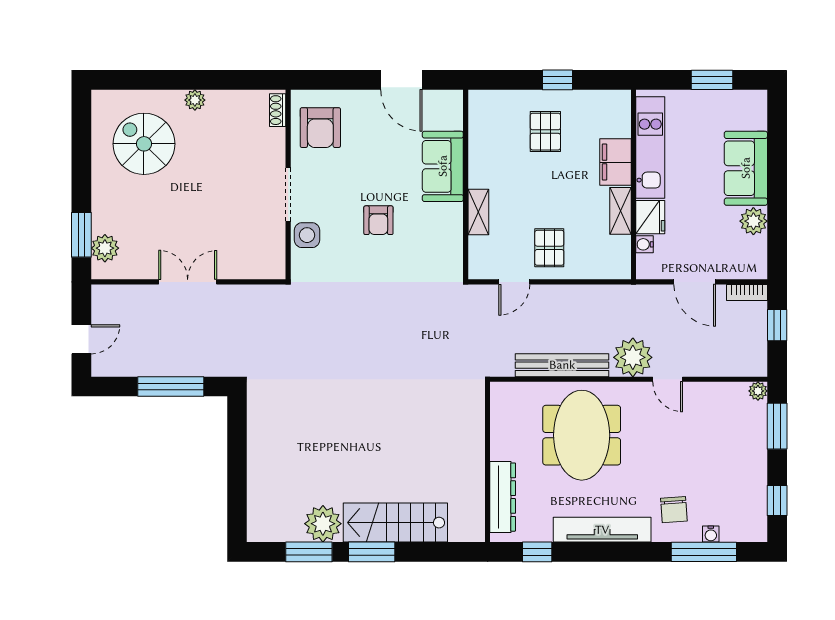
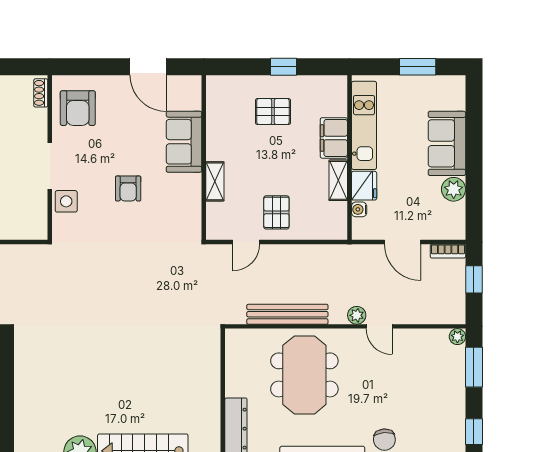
pallet: (545, 132) -> (273, 112), turned 90
plant: (633, 357) -> (357, 315), width x0.53, depth x0.53

